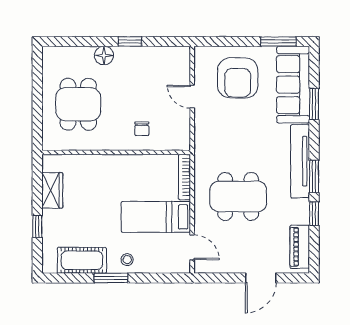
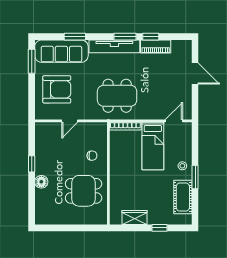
dining table: (78, 104) -> (84, 191), moved
dining table: (238, 196) -> (117, 96), moved, turned 90
piano: (300, 247) -> (156, 46), moved

